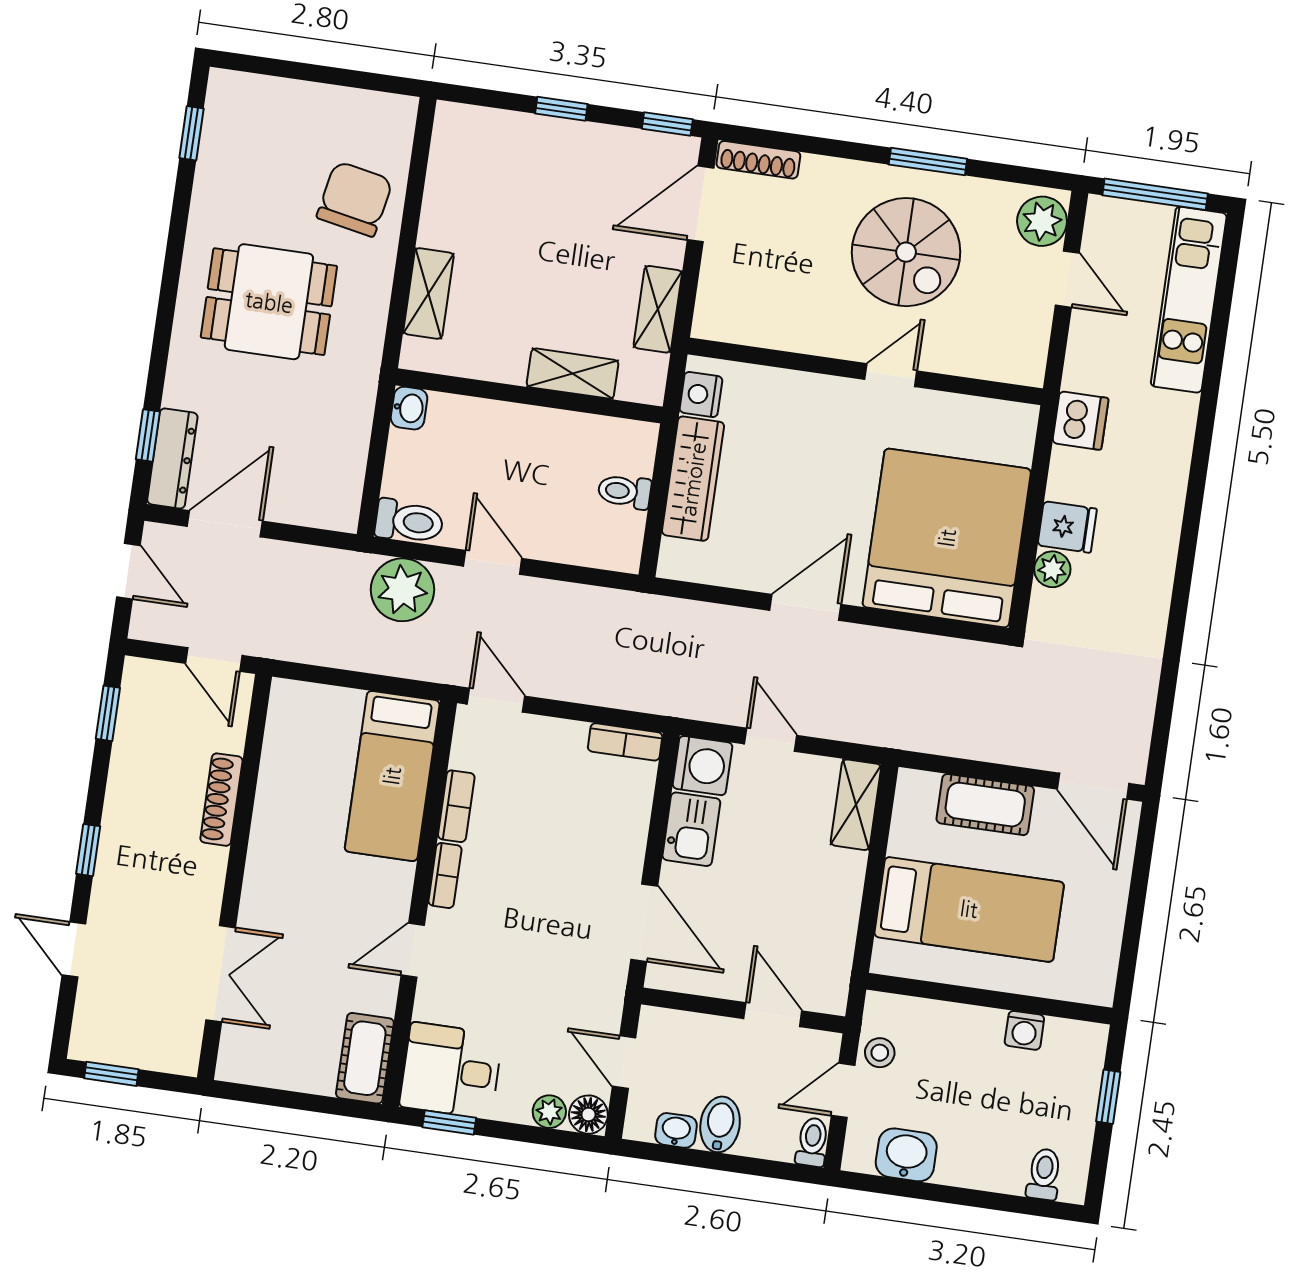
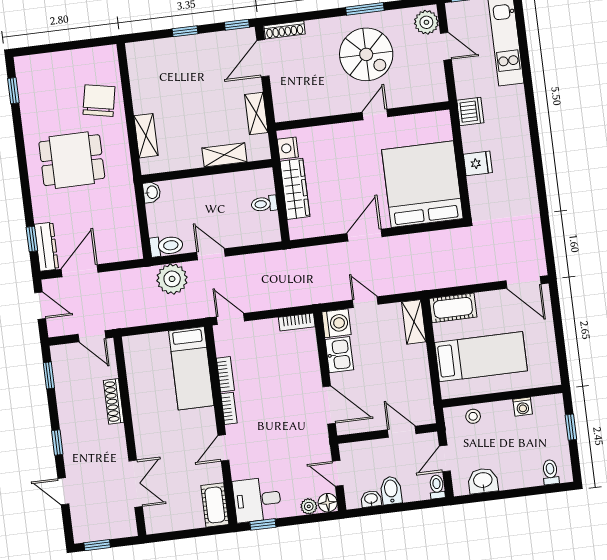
plant: (1052, 569) -> (476, 185), removed
cot: (985, 805) -> (453, 308), moved
stool: (880, 1053) -> (473, 416), moved

